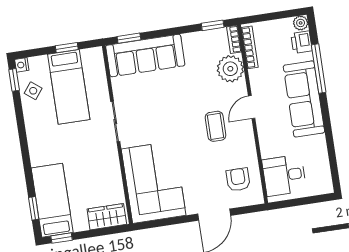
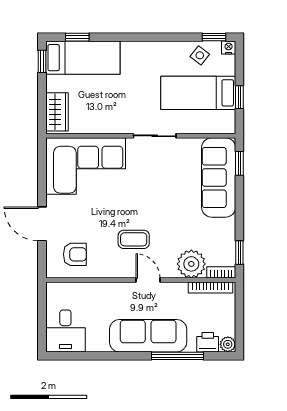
desk: (284, 175) -> (65, 331), moved, turned 180

